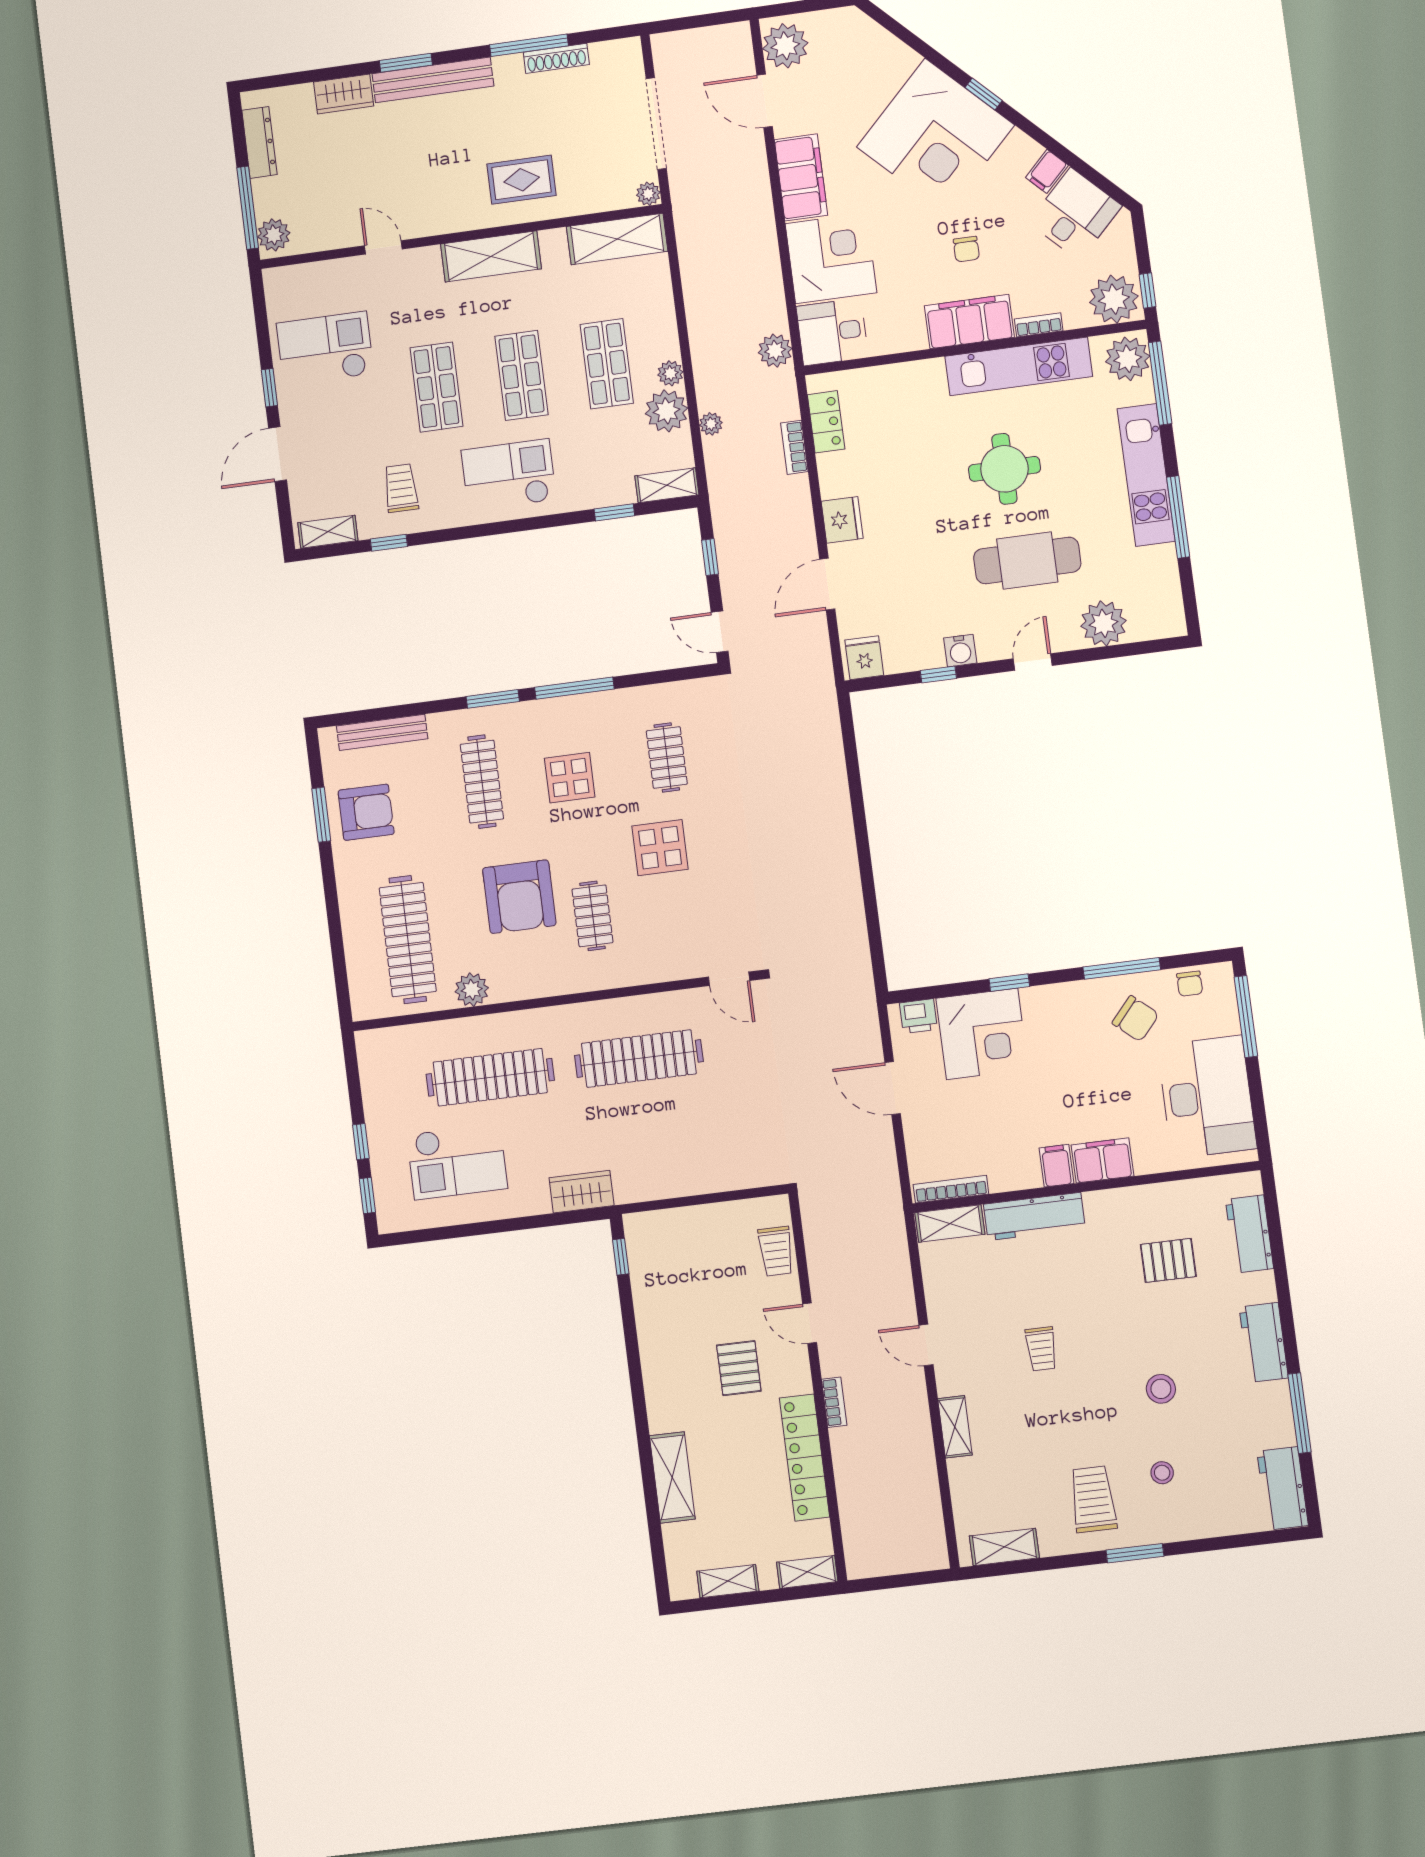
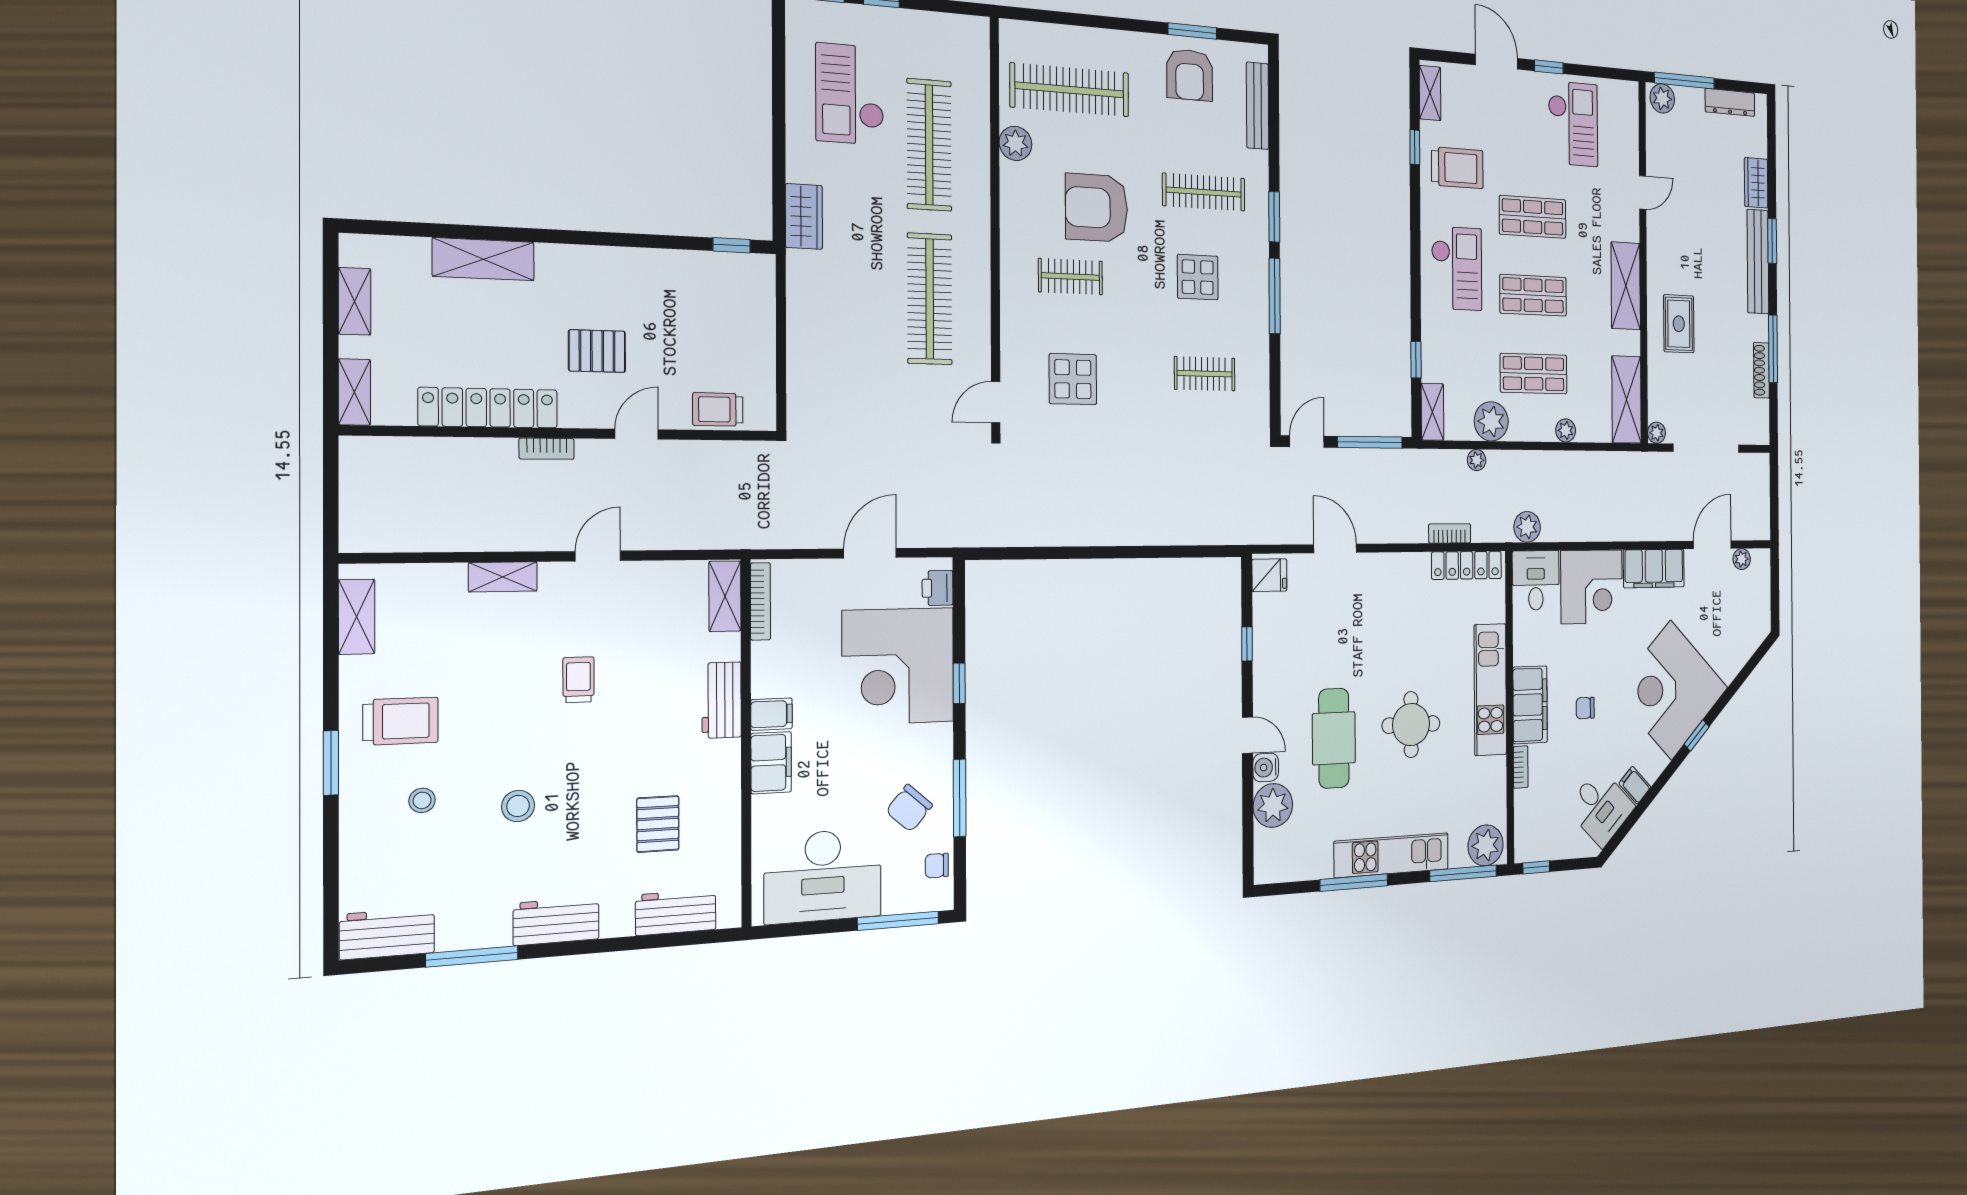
plant: (785, 46) -> (1742, 559), width x0.53, depth x0.53
plant: (1114, 299) -> (1533, 836), removed
kitchen unit: (1019, 366) -> (1490, 690), moved
plant: (670, 373) -> (1566, 430), moved
locker: (826, 422) -> (1467, 565), width x1.53
trolley: (401, 488) -> (1457, 168), width x1.36, depth x1.39
fridge: (842, 520) -> (1387, 570), removed
window: (710, 557) -> (1370, 442), width x2.17
water cooler: (960, 651) -> (1266, 767), moved
display table: (660, 848) -> (1073, 379), moved
corner desk: (982, 1034) -> (898, 666), width x1.36, depth x1.36
workbench: (1034, 1217) -> (722, 700), width x0.73
trolley: (1041, 1349) -> (578, 680), turned 90

